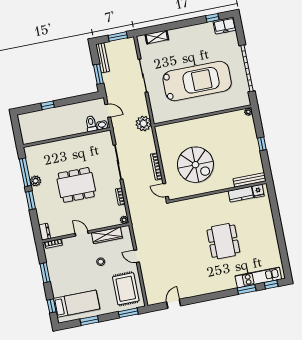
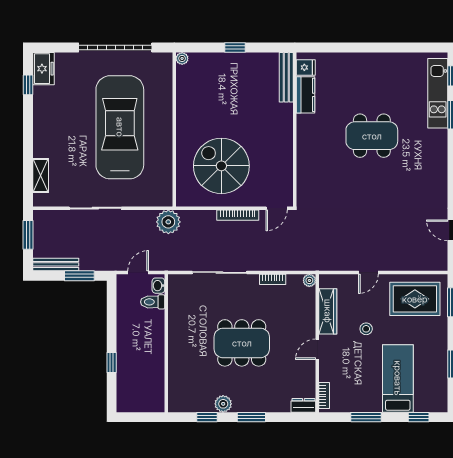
spiral stairs: (195, 165) -> (221, 166), moved, turned -90
window: (25, 172) -> (207, 417), width x0.46
dining table: (76, 185) -> (242, 343), turned 90
bed: (76, 304) -> (398, 378), moved

